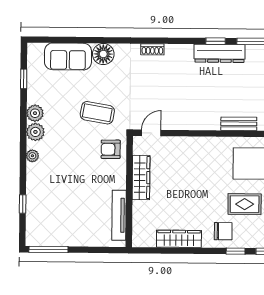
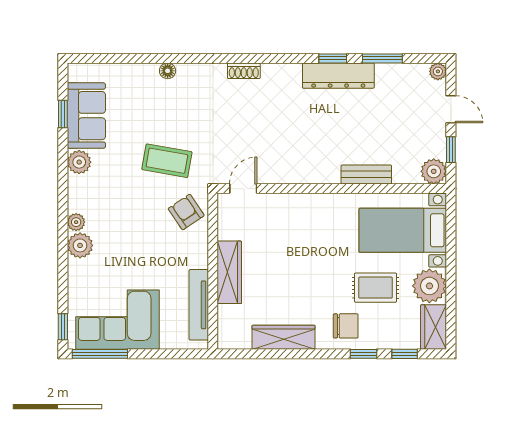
floor lamp: (103, 54) -> (168, 71), width x0.53, depth x0.53
sofa: (68, 56) -> (86, 116), moved, turned -90
plant: (35, 132) -> (80, 245), moved
armchair: (111, 149) -> (186, 212), turned 56
wardrobe: (141, 178) -> (229, 272), moved
window: (23, 204) -> (63, 327), moved
corner sofa: (61, 225) -> (117, 320), added

